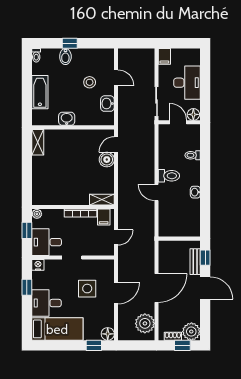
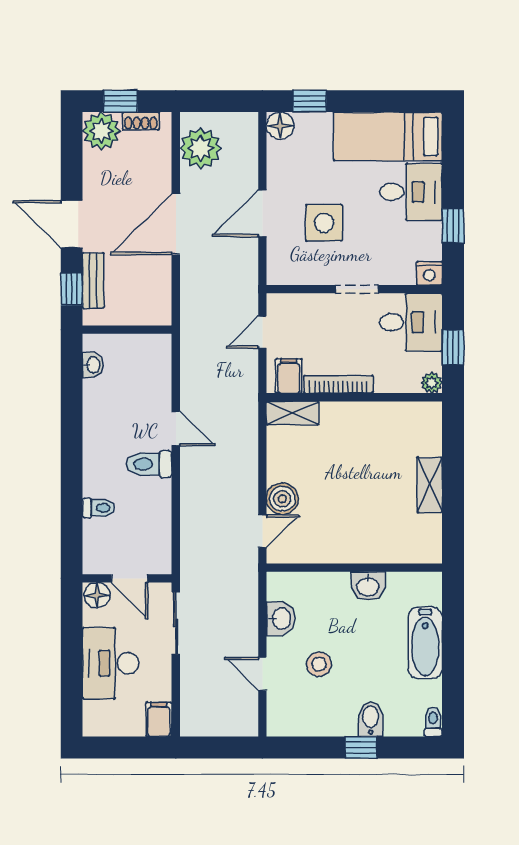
shelving: (38, 142) -> (430, 485), moved
washbasin: (195, 192) -> (93, 365), moved

